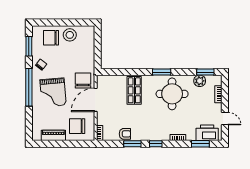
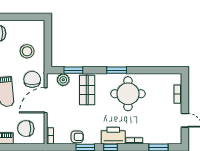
stool: (70, 35) -> (27, 51), moved
window: (205, 72) -> (73, 70), moved
plant: (200, 81) -> (63, 80), moved
printer: (207, 133) -> (113, 136), moved

